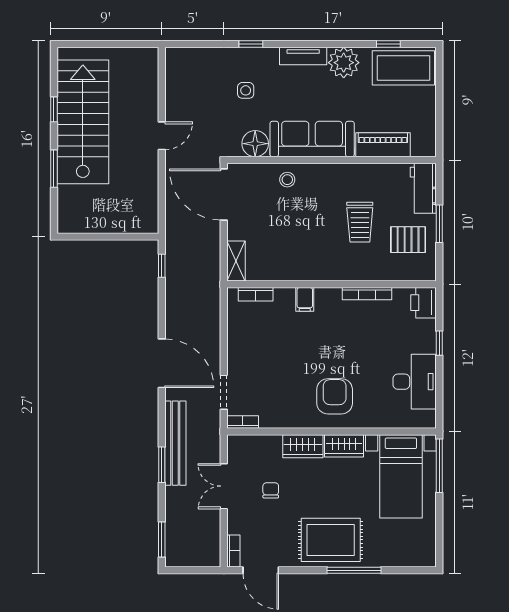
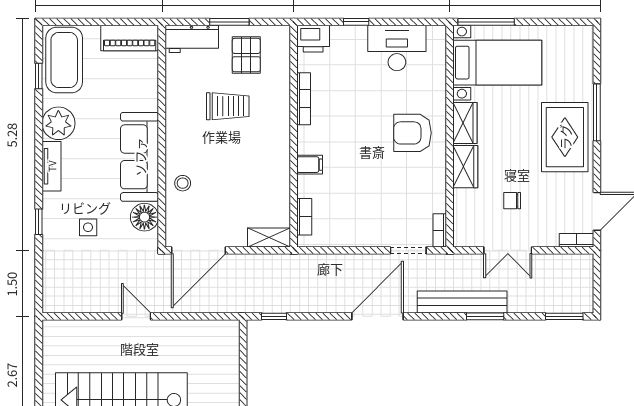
piano: (383, 145) -> (130, 38), moved, turned -90

